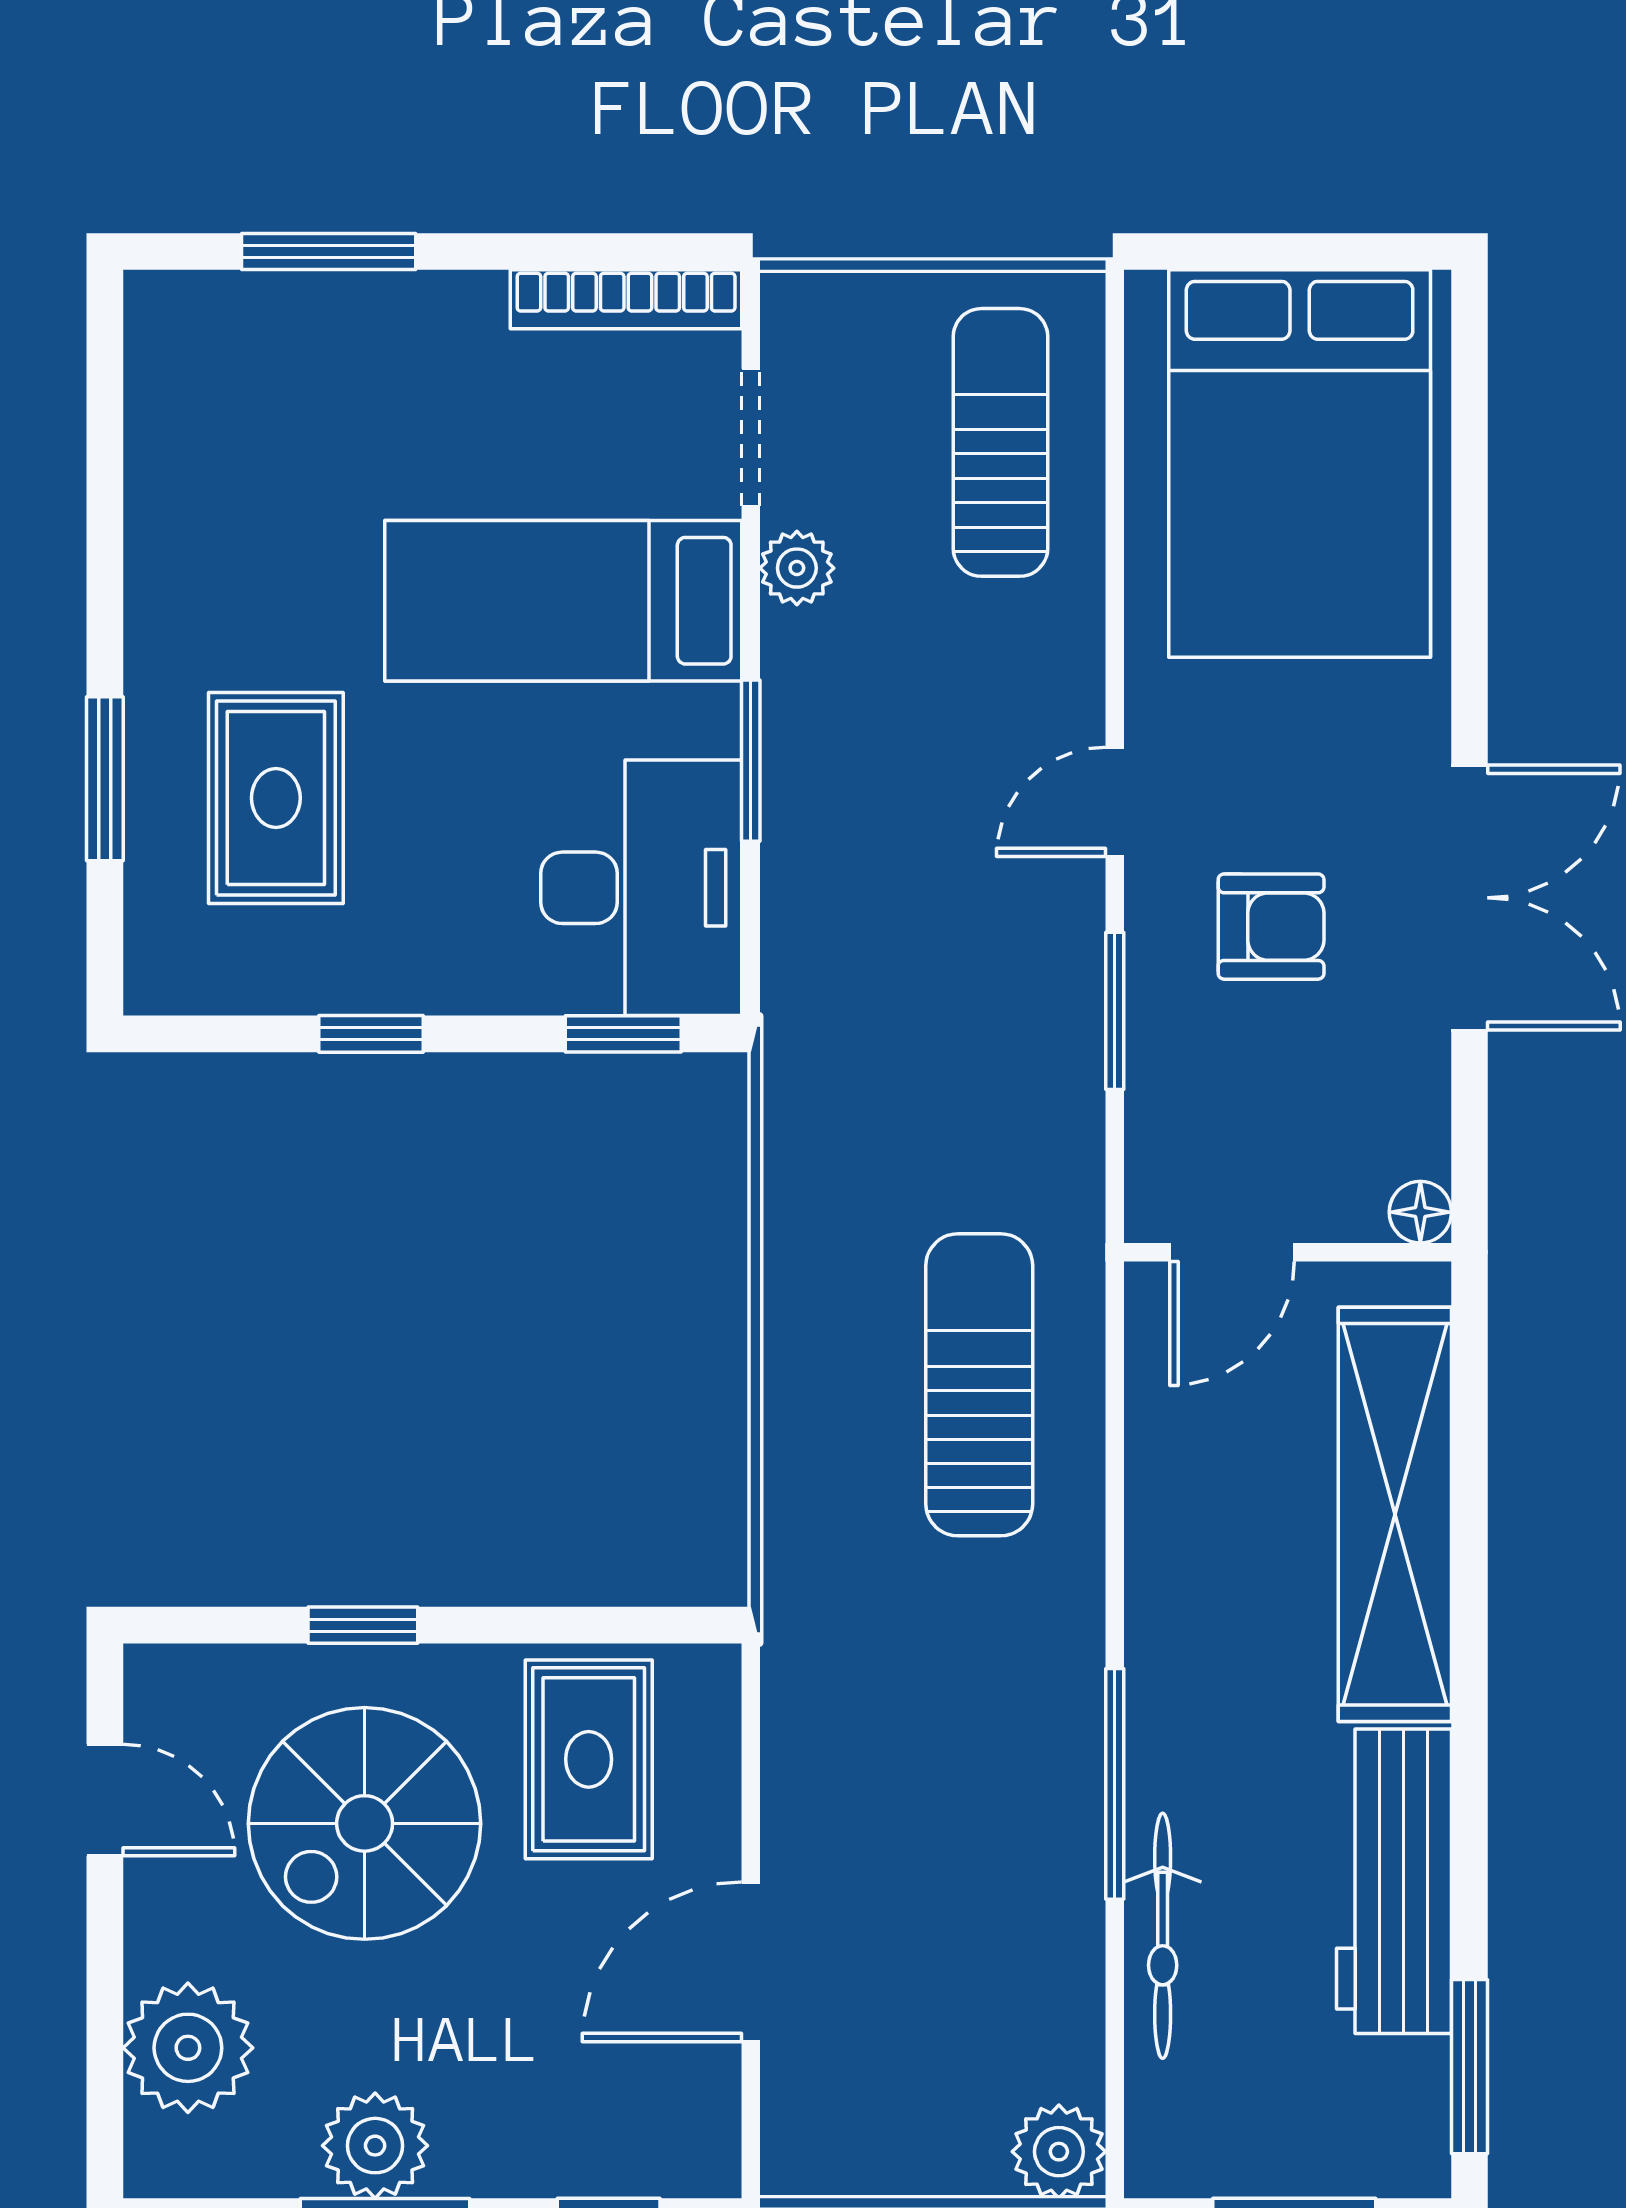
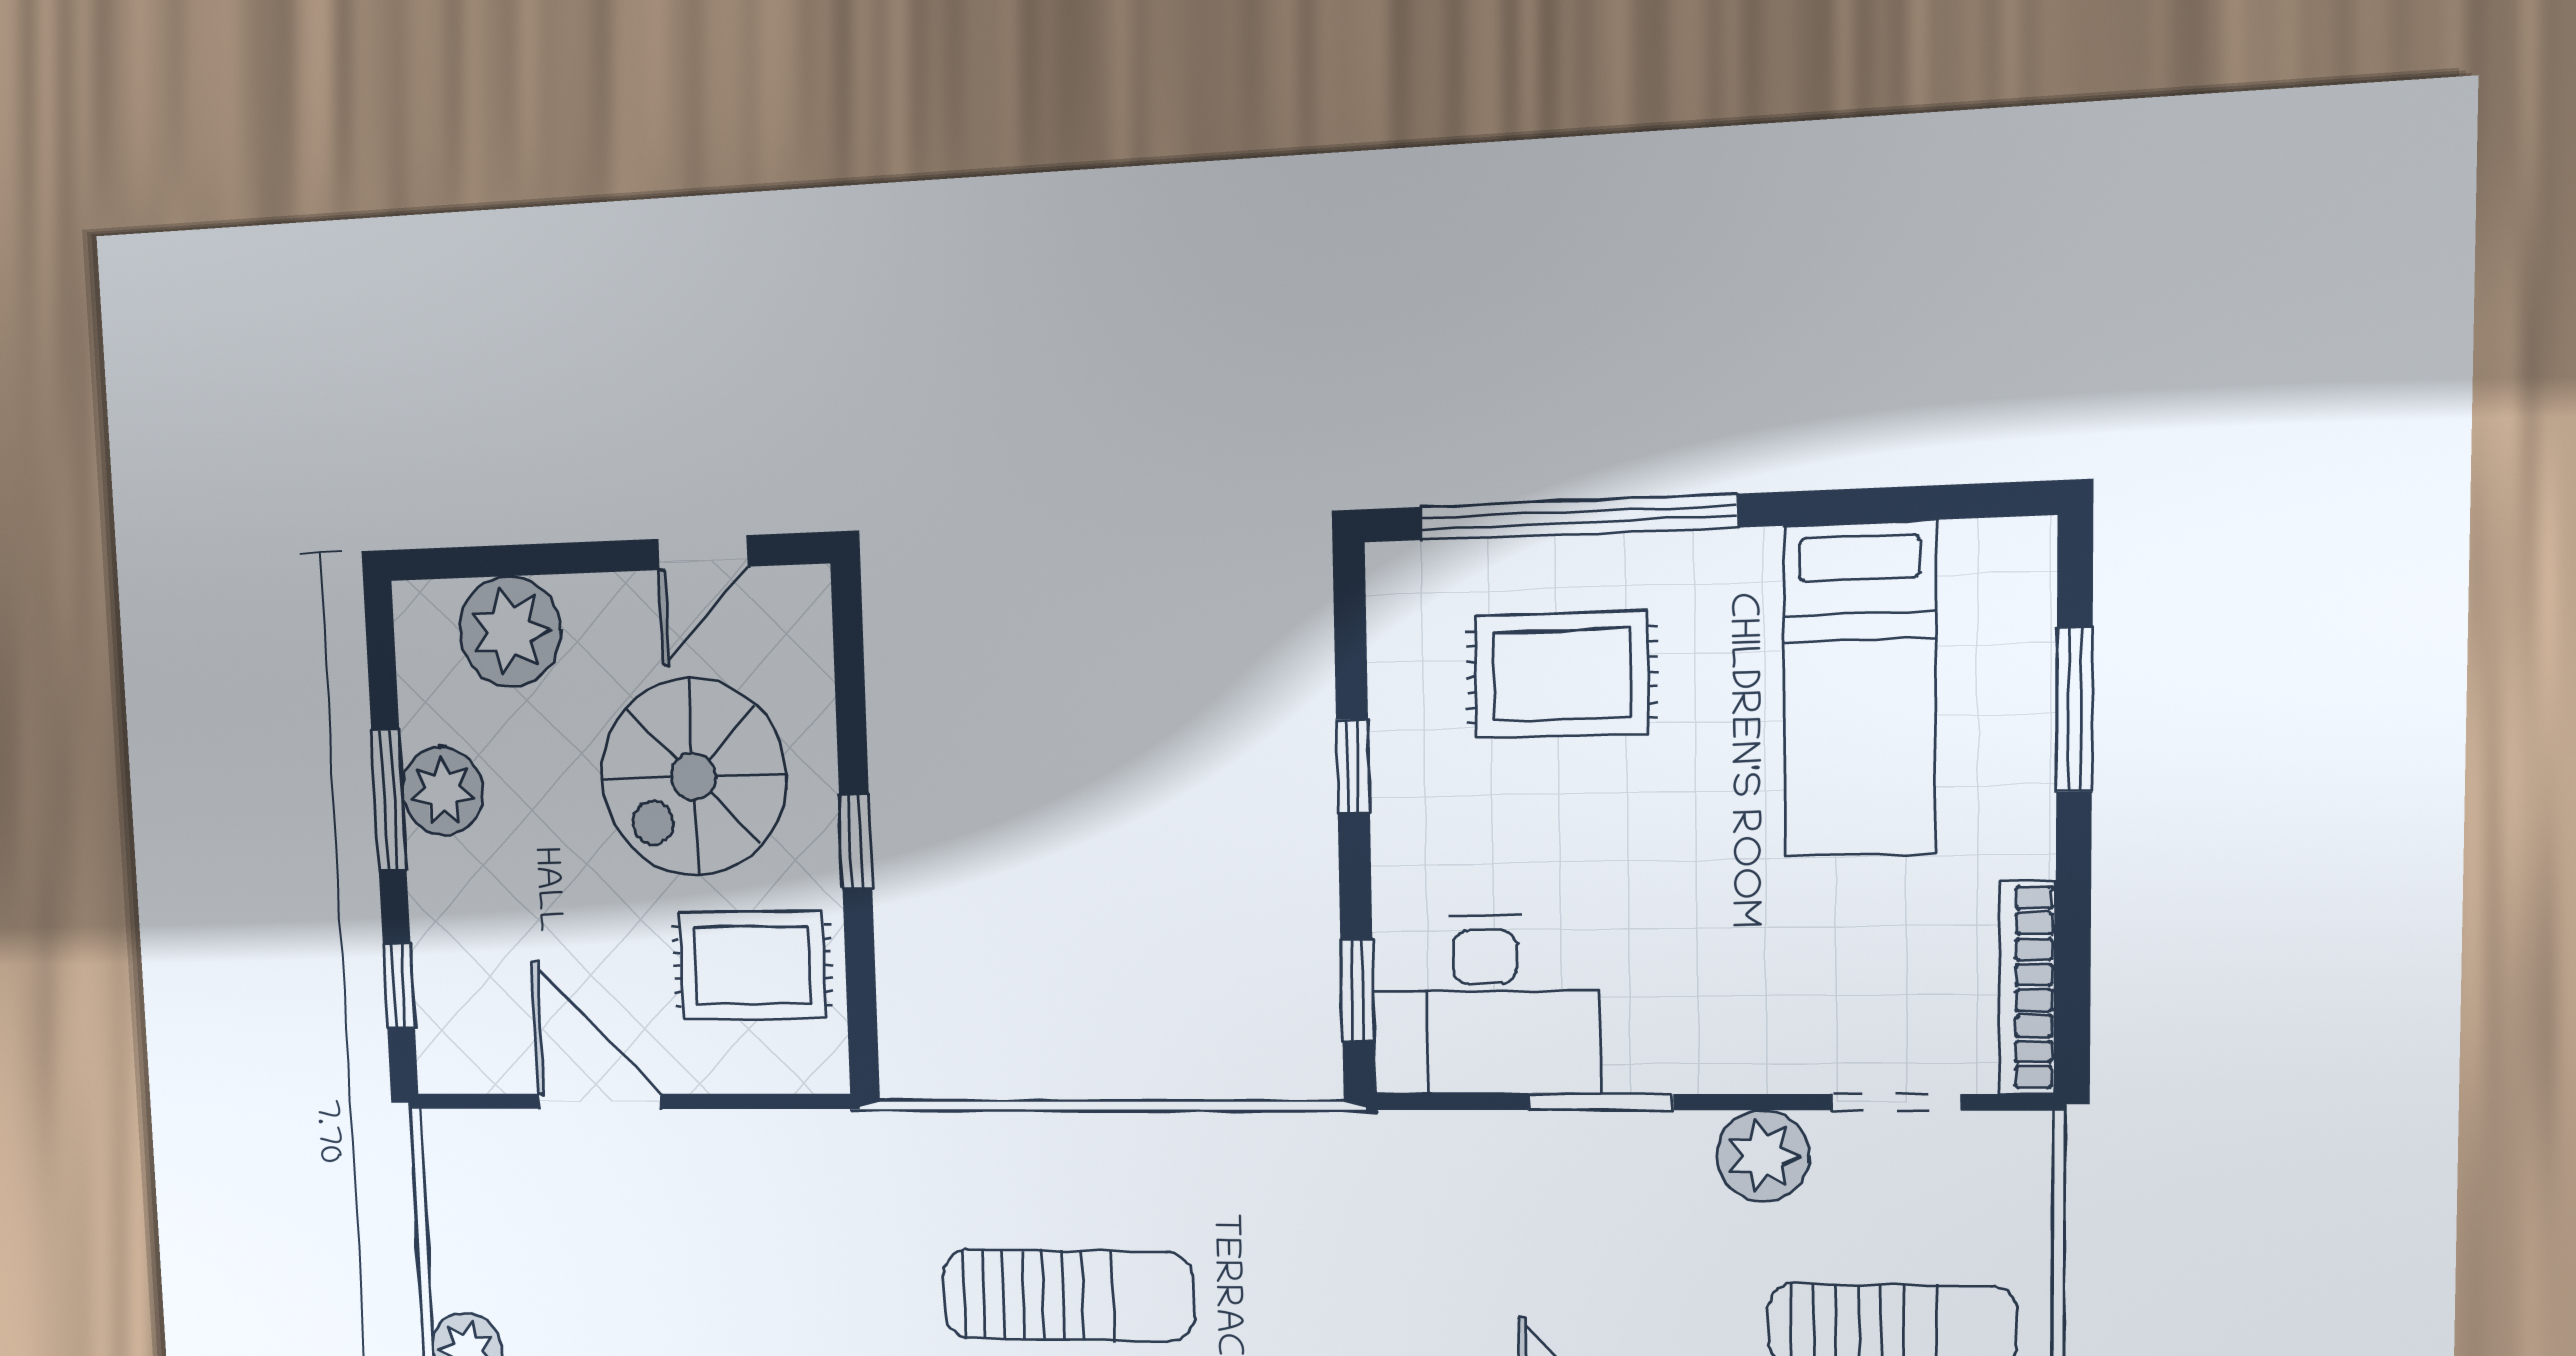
plant: (797, 568) -> (1763, 1156), width x1.38, depth x1.38
bed: (563, 601) -> (1860, 690), moved, turned 180
window: (105, 779) -> (1577, 517), width x2.11
window: (363, 1625) -> (856, 841), moved
spiral stairs: (365, 1823) -> (693, 776), turned -90

